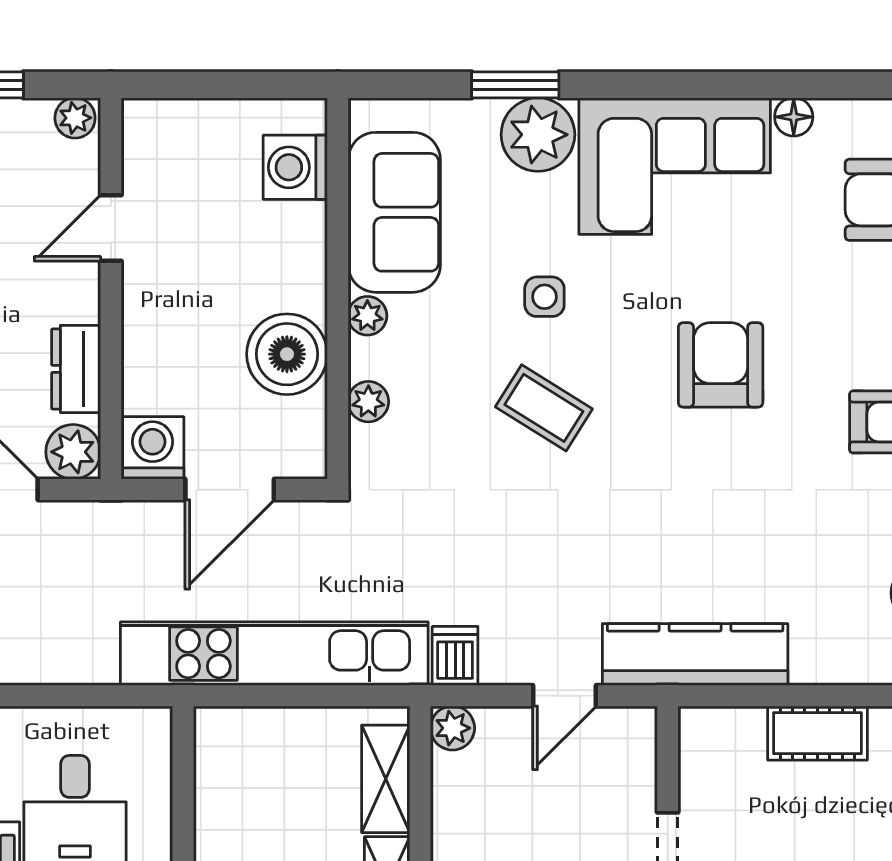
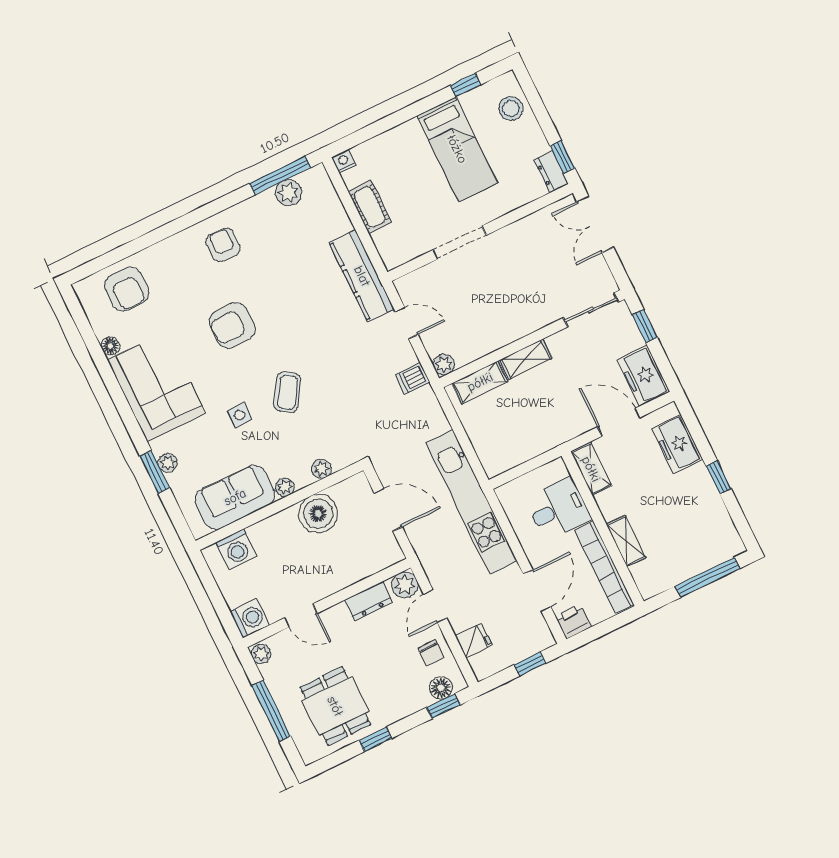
plant: (538, 135) -> (168, 463), width x0.53, depth x0.53
washing machine: (152, 448) -> (250, 618), moved, turned 180
kitchen unit: (274, 654) -> (471, 502), moved

